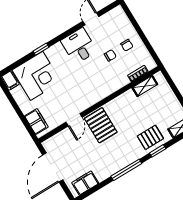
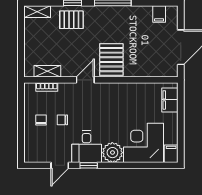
window: (41, 49) -> (89, 165), moved
plant: (56, 54) -> (112, 153), added
door: (74, 120) -> (85, 80), moved
filing cabinet: (85, 183) -> (159, 14), width x0.50

